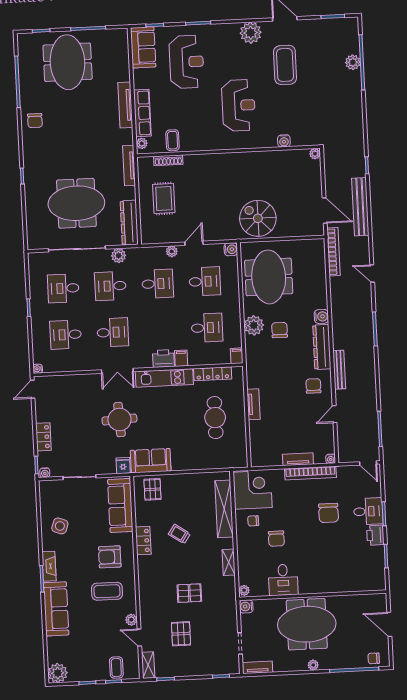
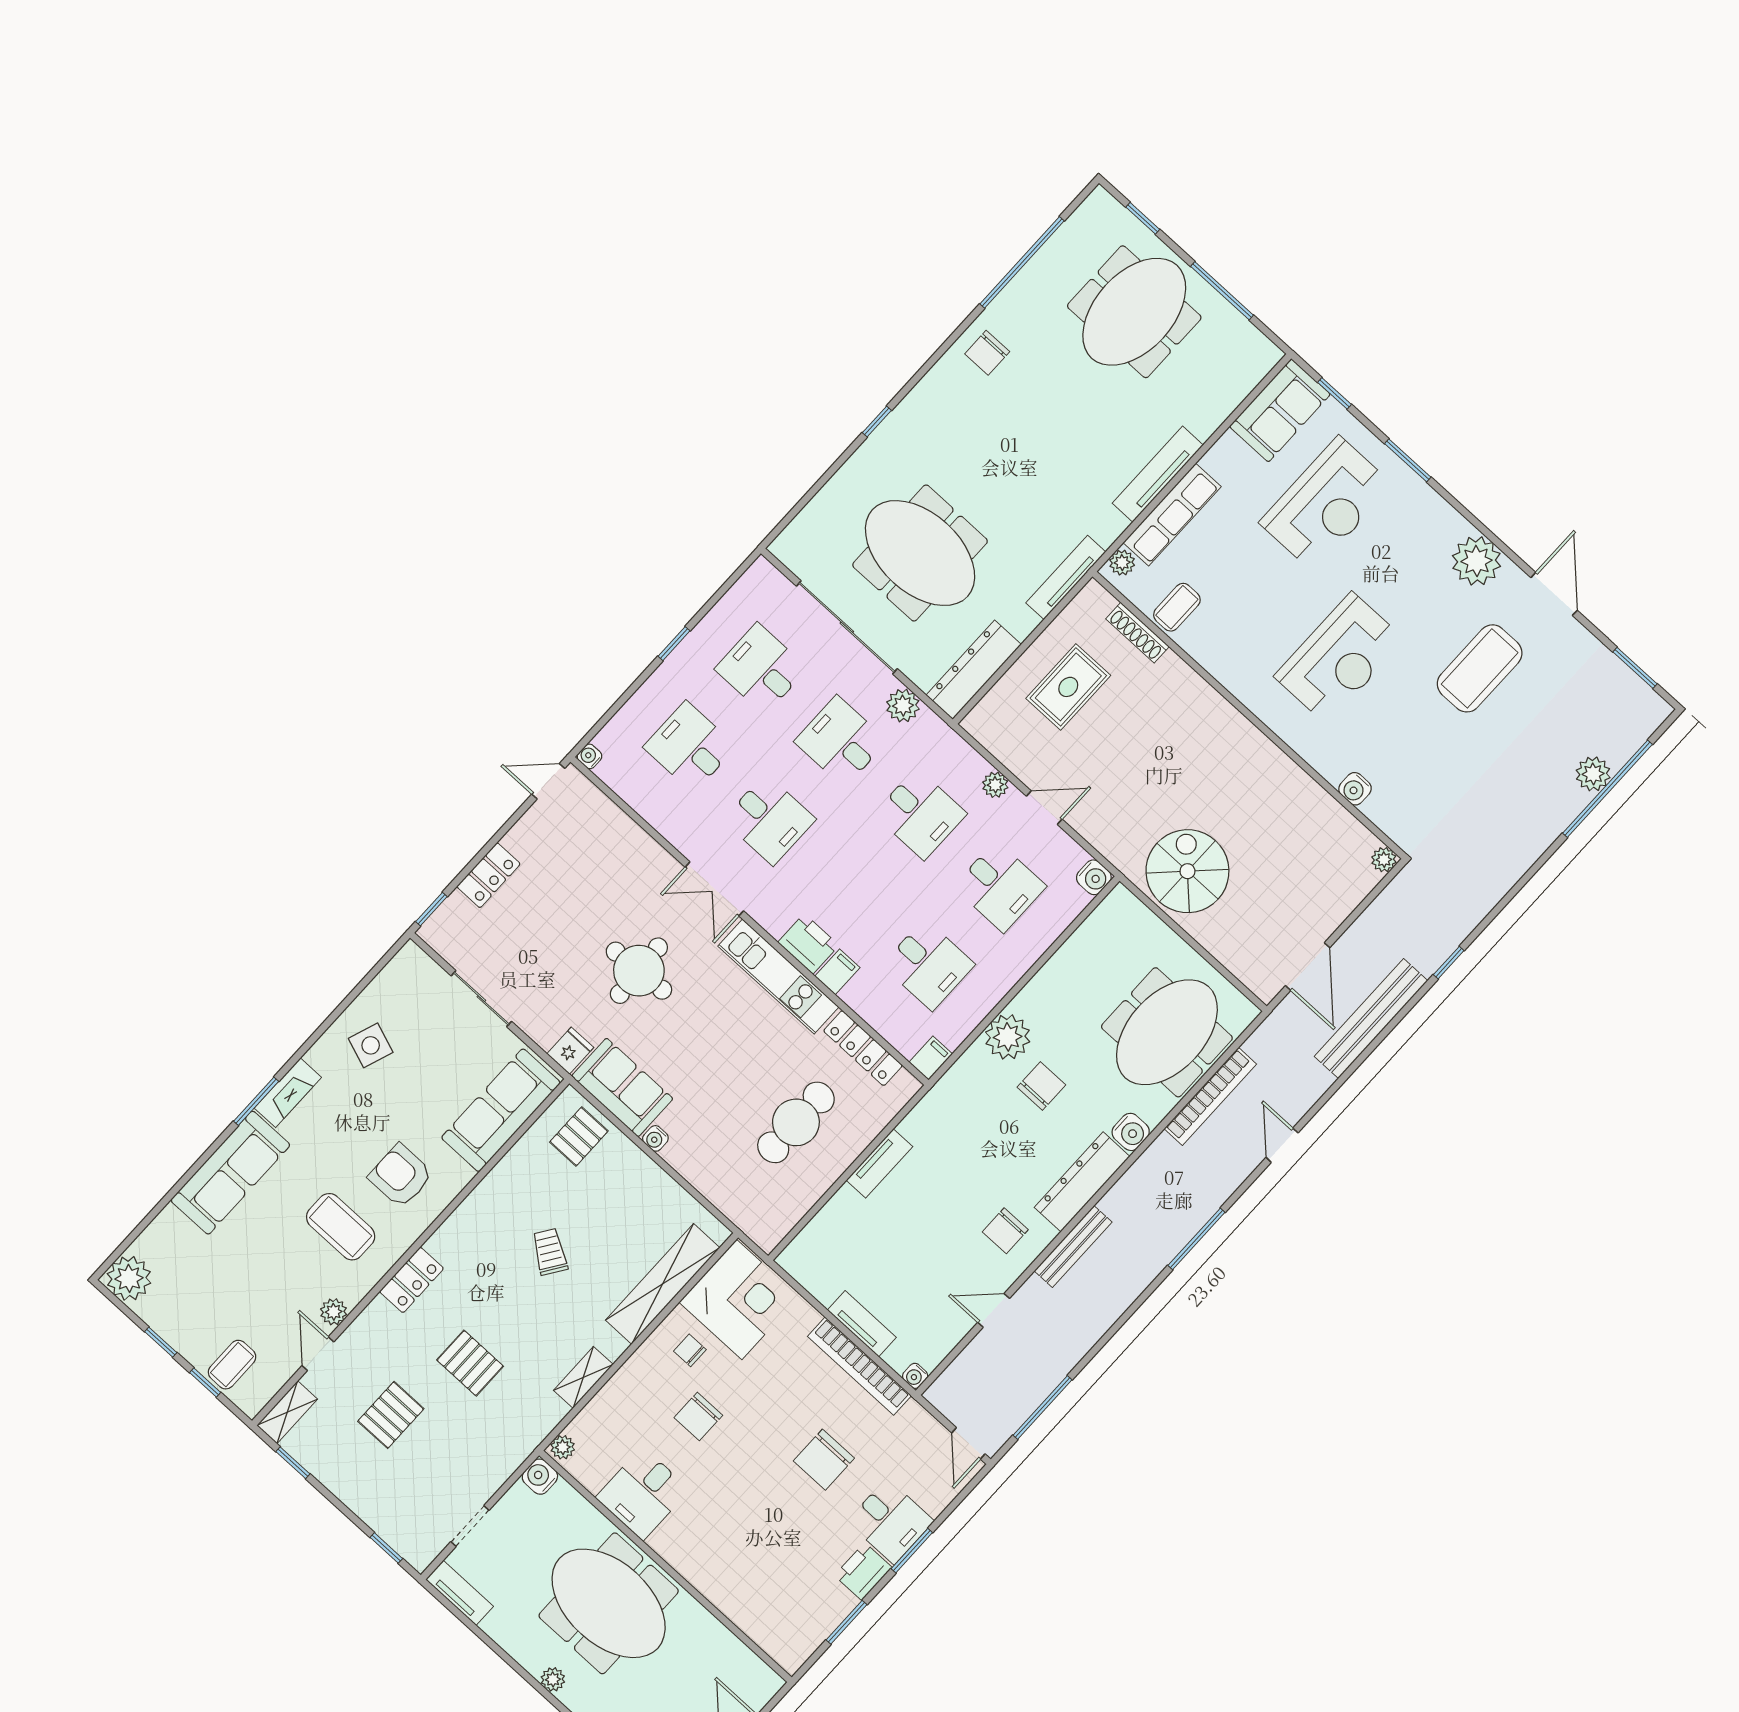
bookcase: (333, 252) -> (1210, 1096), moved
meeting table: (269, 277) -> (1167, 1032), moved
chair: (313, 386) -> (1005, 1231), turned 180
water cooler: (45, 473) -> (655, 1138), moved
locker: (143, 541) -> (412, 1280), moved

